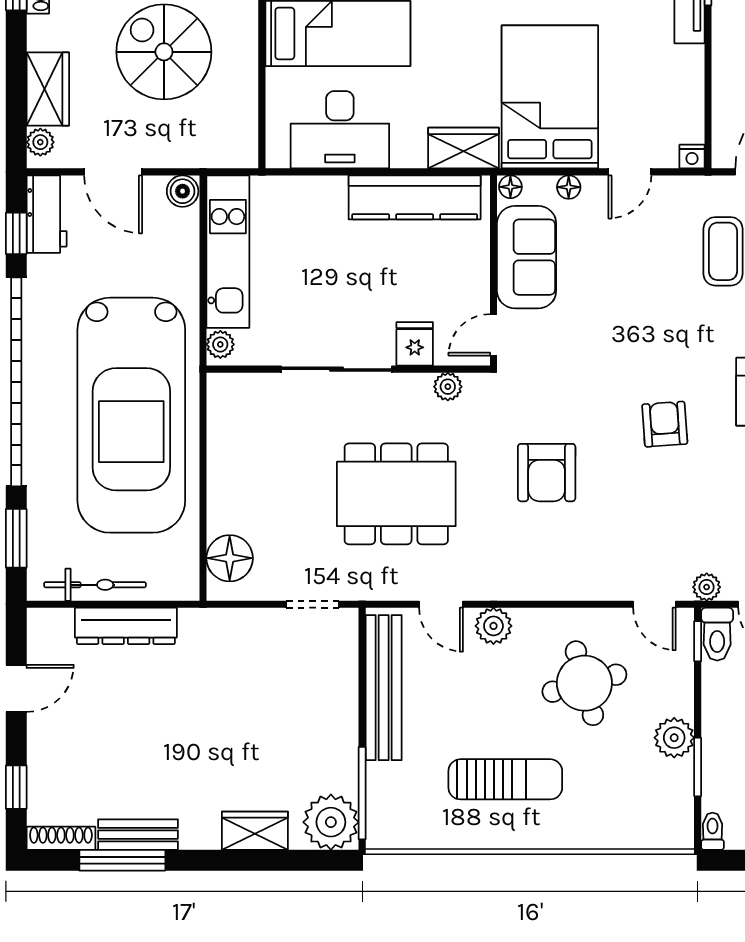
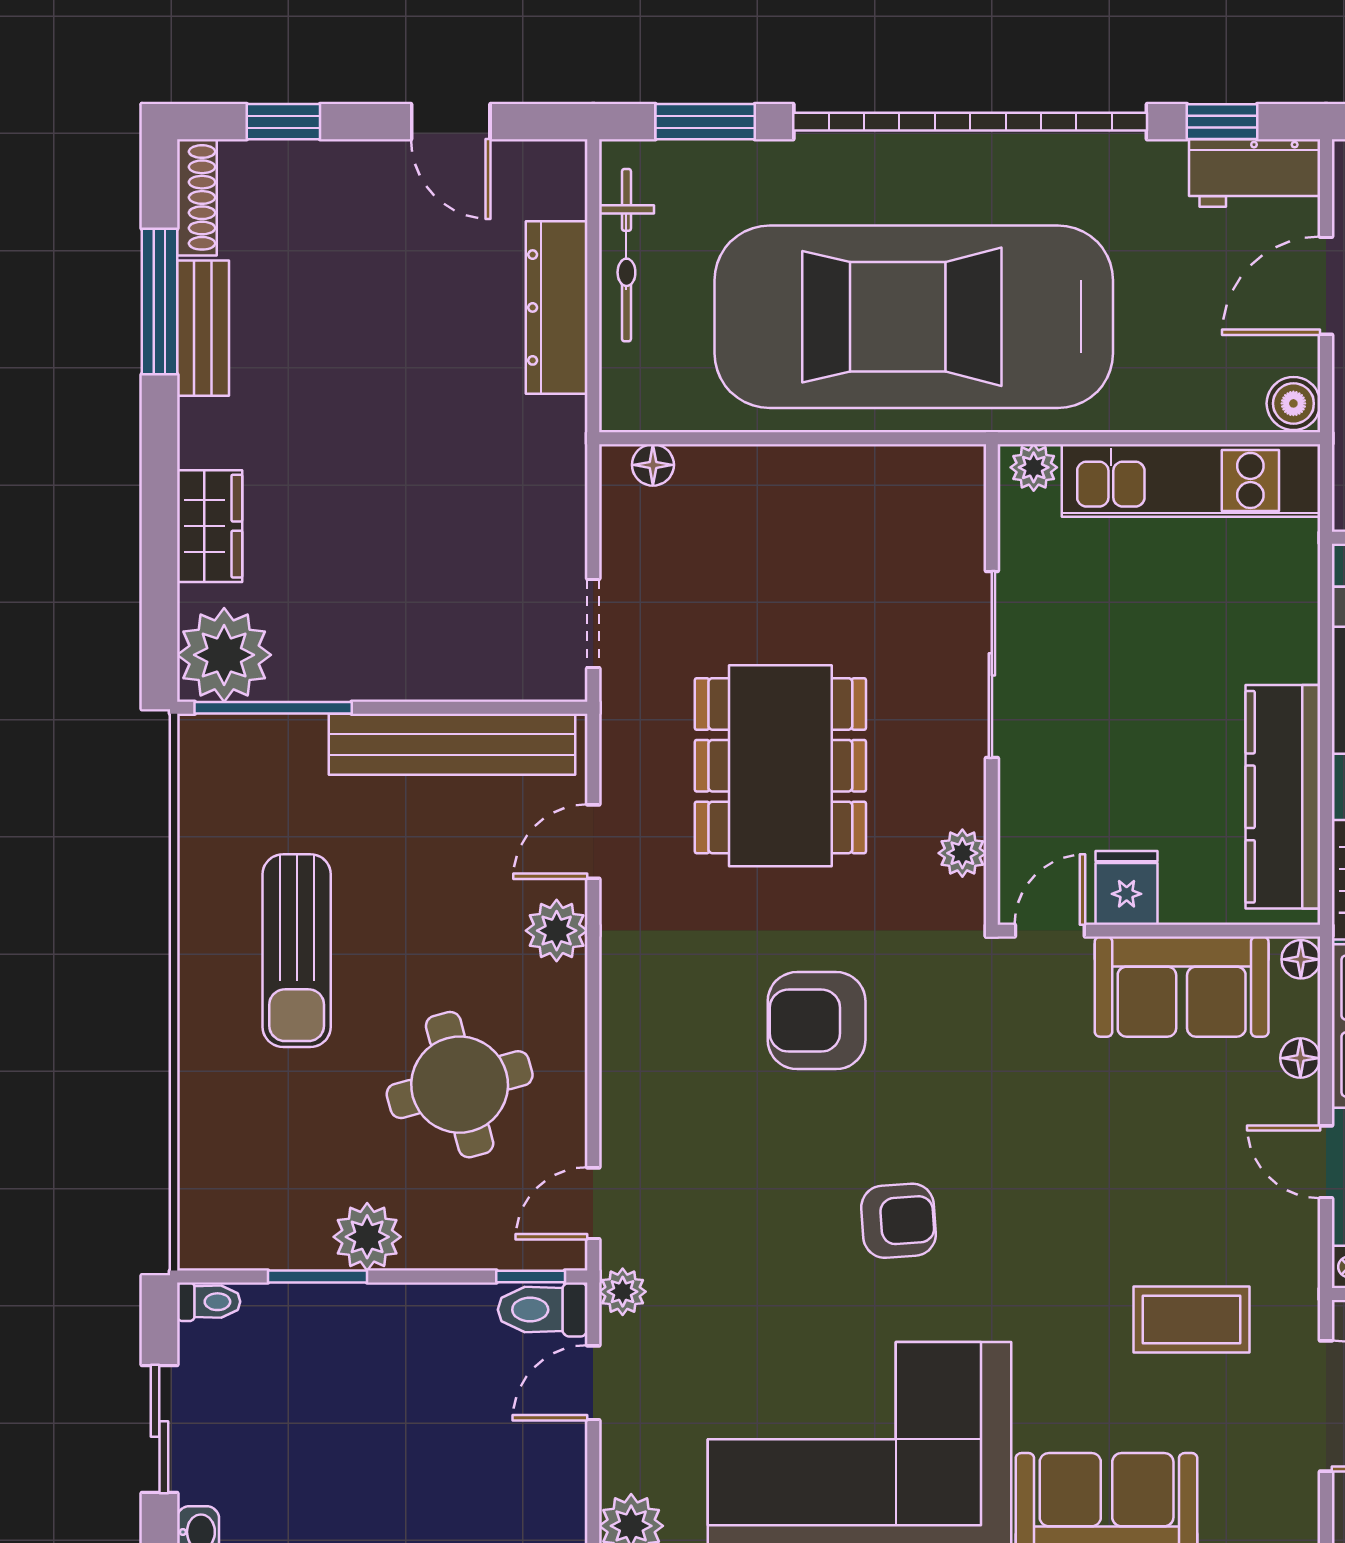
door: (494, 335) -> (1050, 931), hinge flipped
fridge: (415, 344) -> (1127, 888), moved, turned -90
floor lamp: (230, 558) -> (653, 465), width x0.53, depth x0.53

